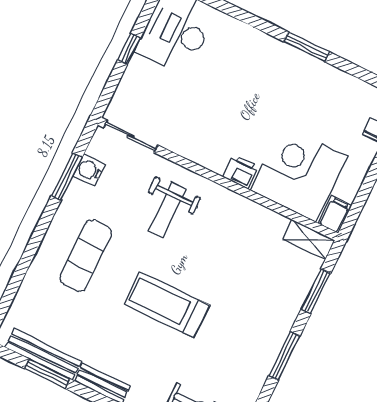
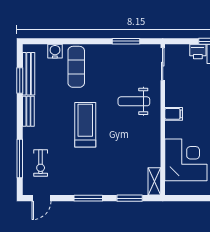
water cooler: (89, 170) -> (55, 51), moved
printer: (241, 172) -> (198, 51), moved, turned 90
filing cabinet: (335, 215) -> (174, 114), moved
exercise mat: (86, 256) -> (76, 67), moved, turned 90

